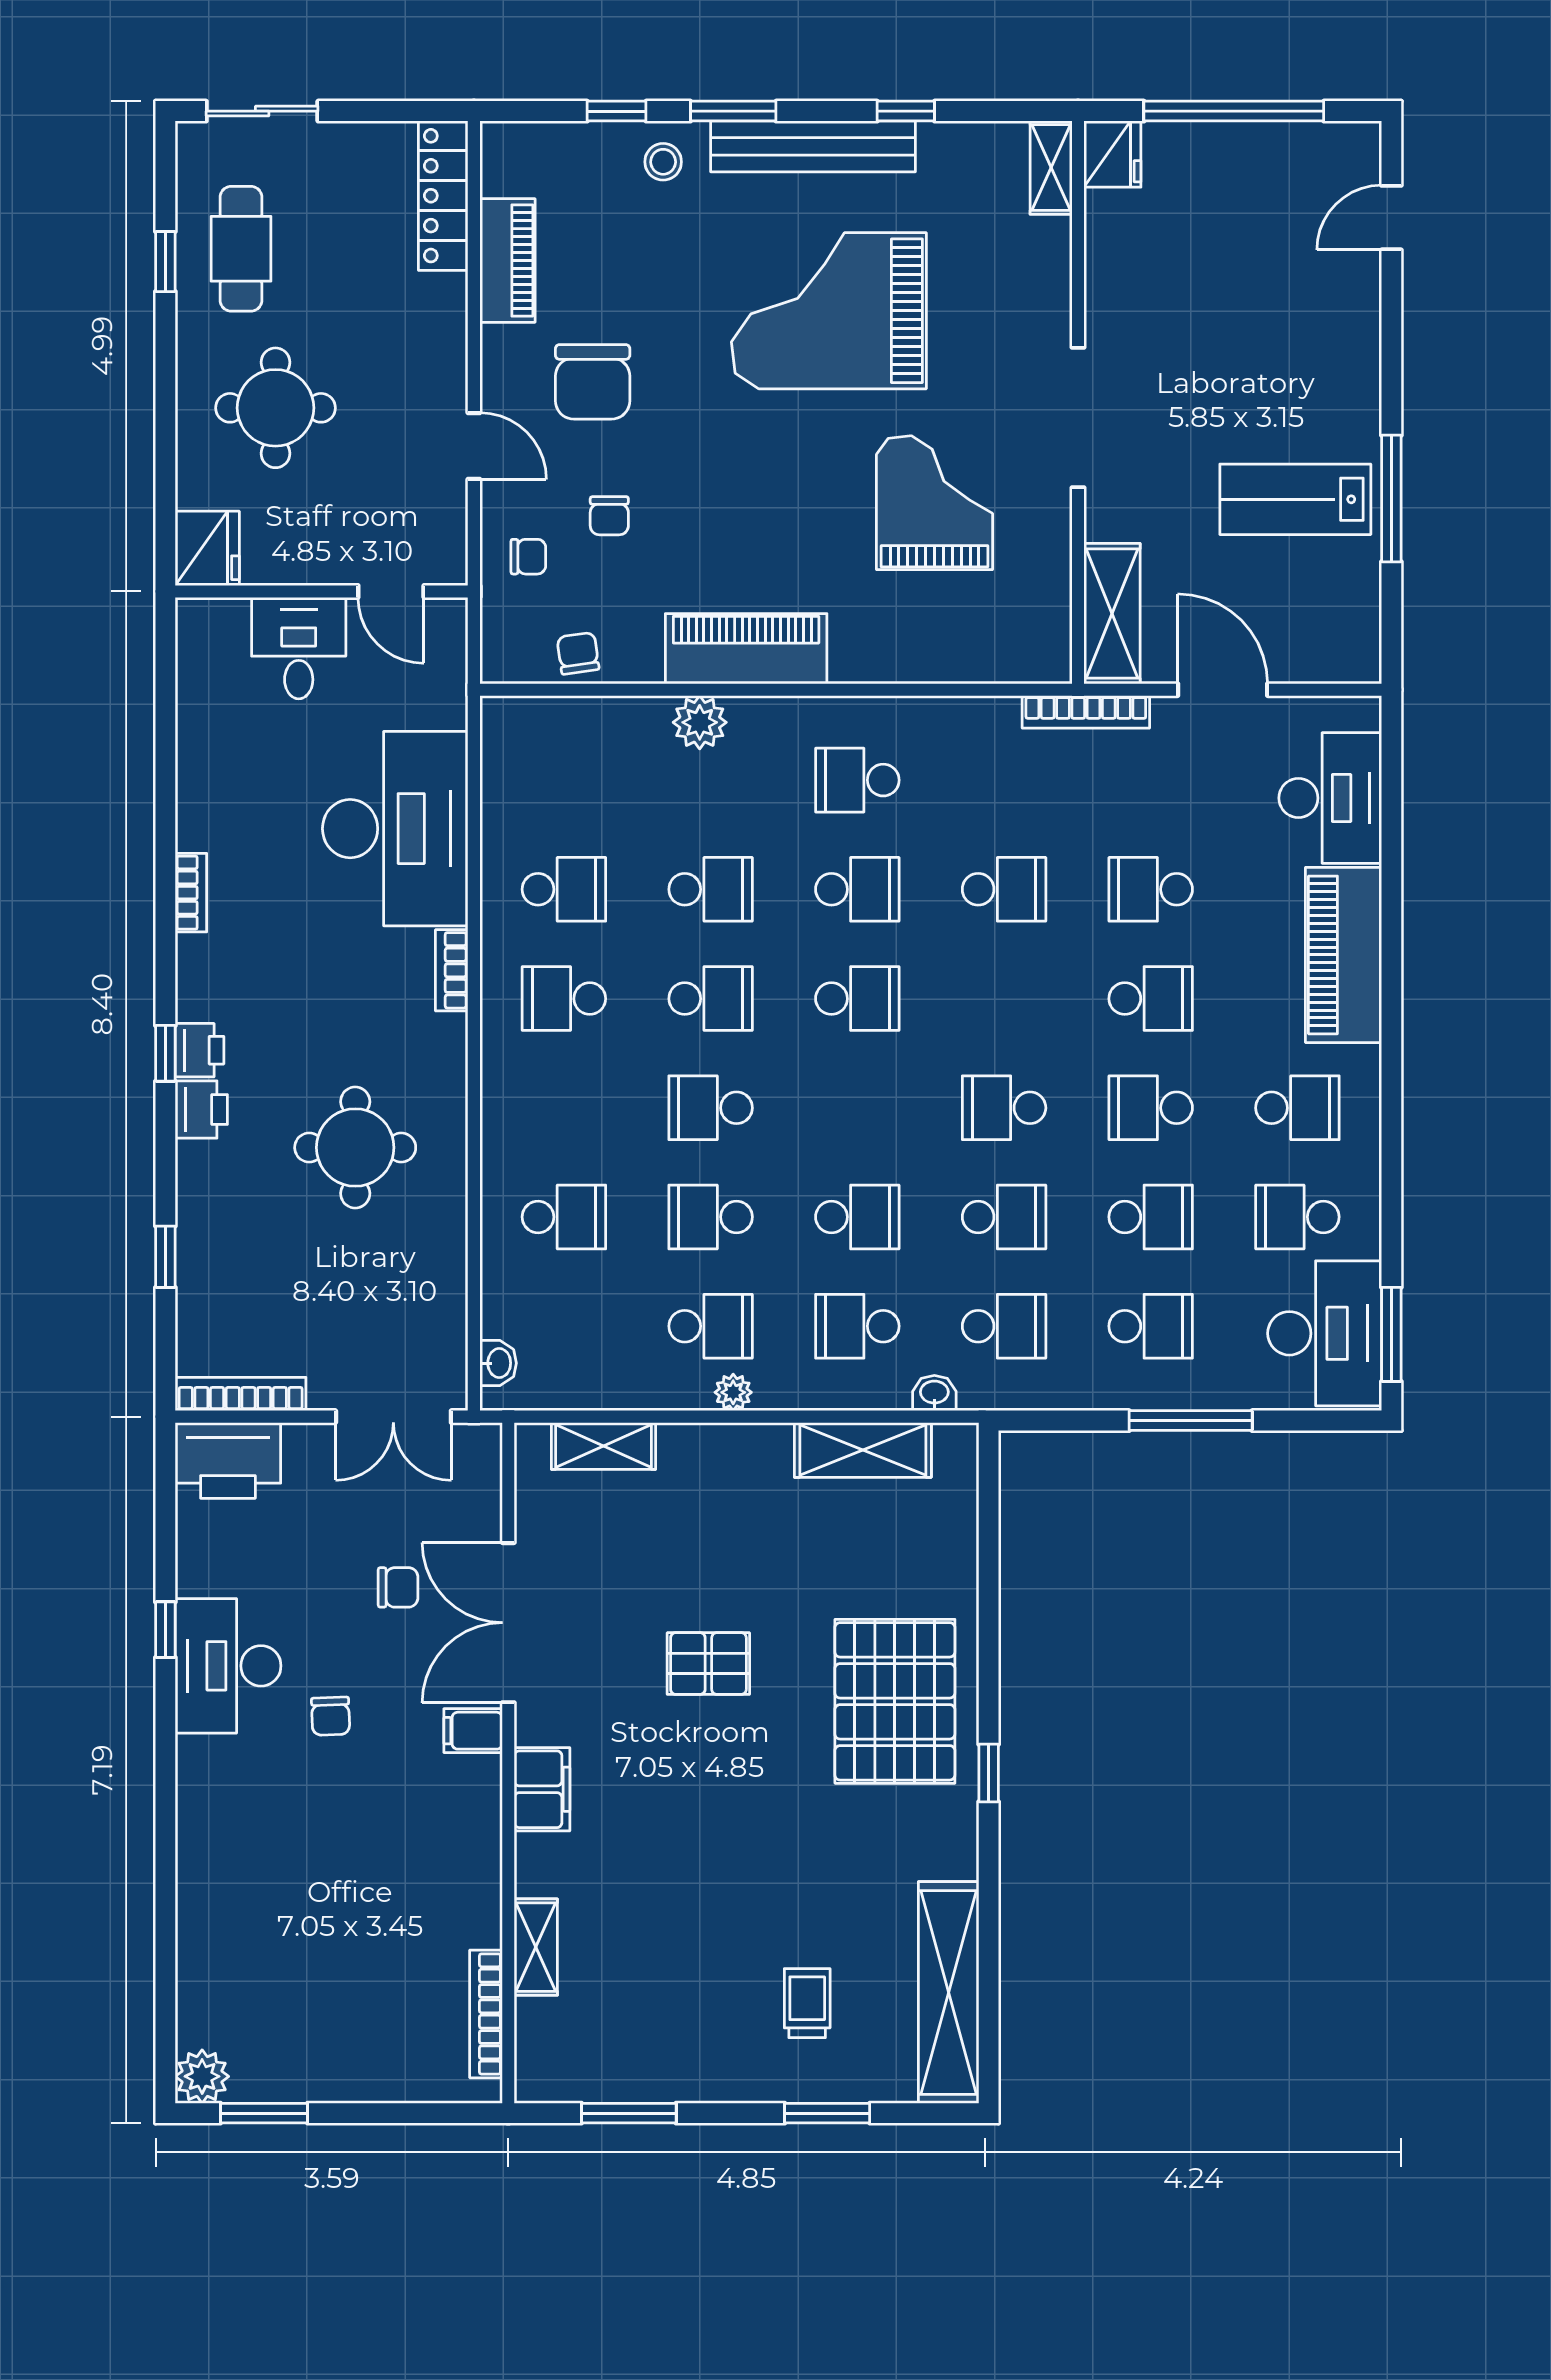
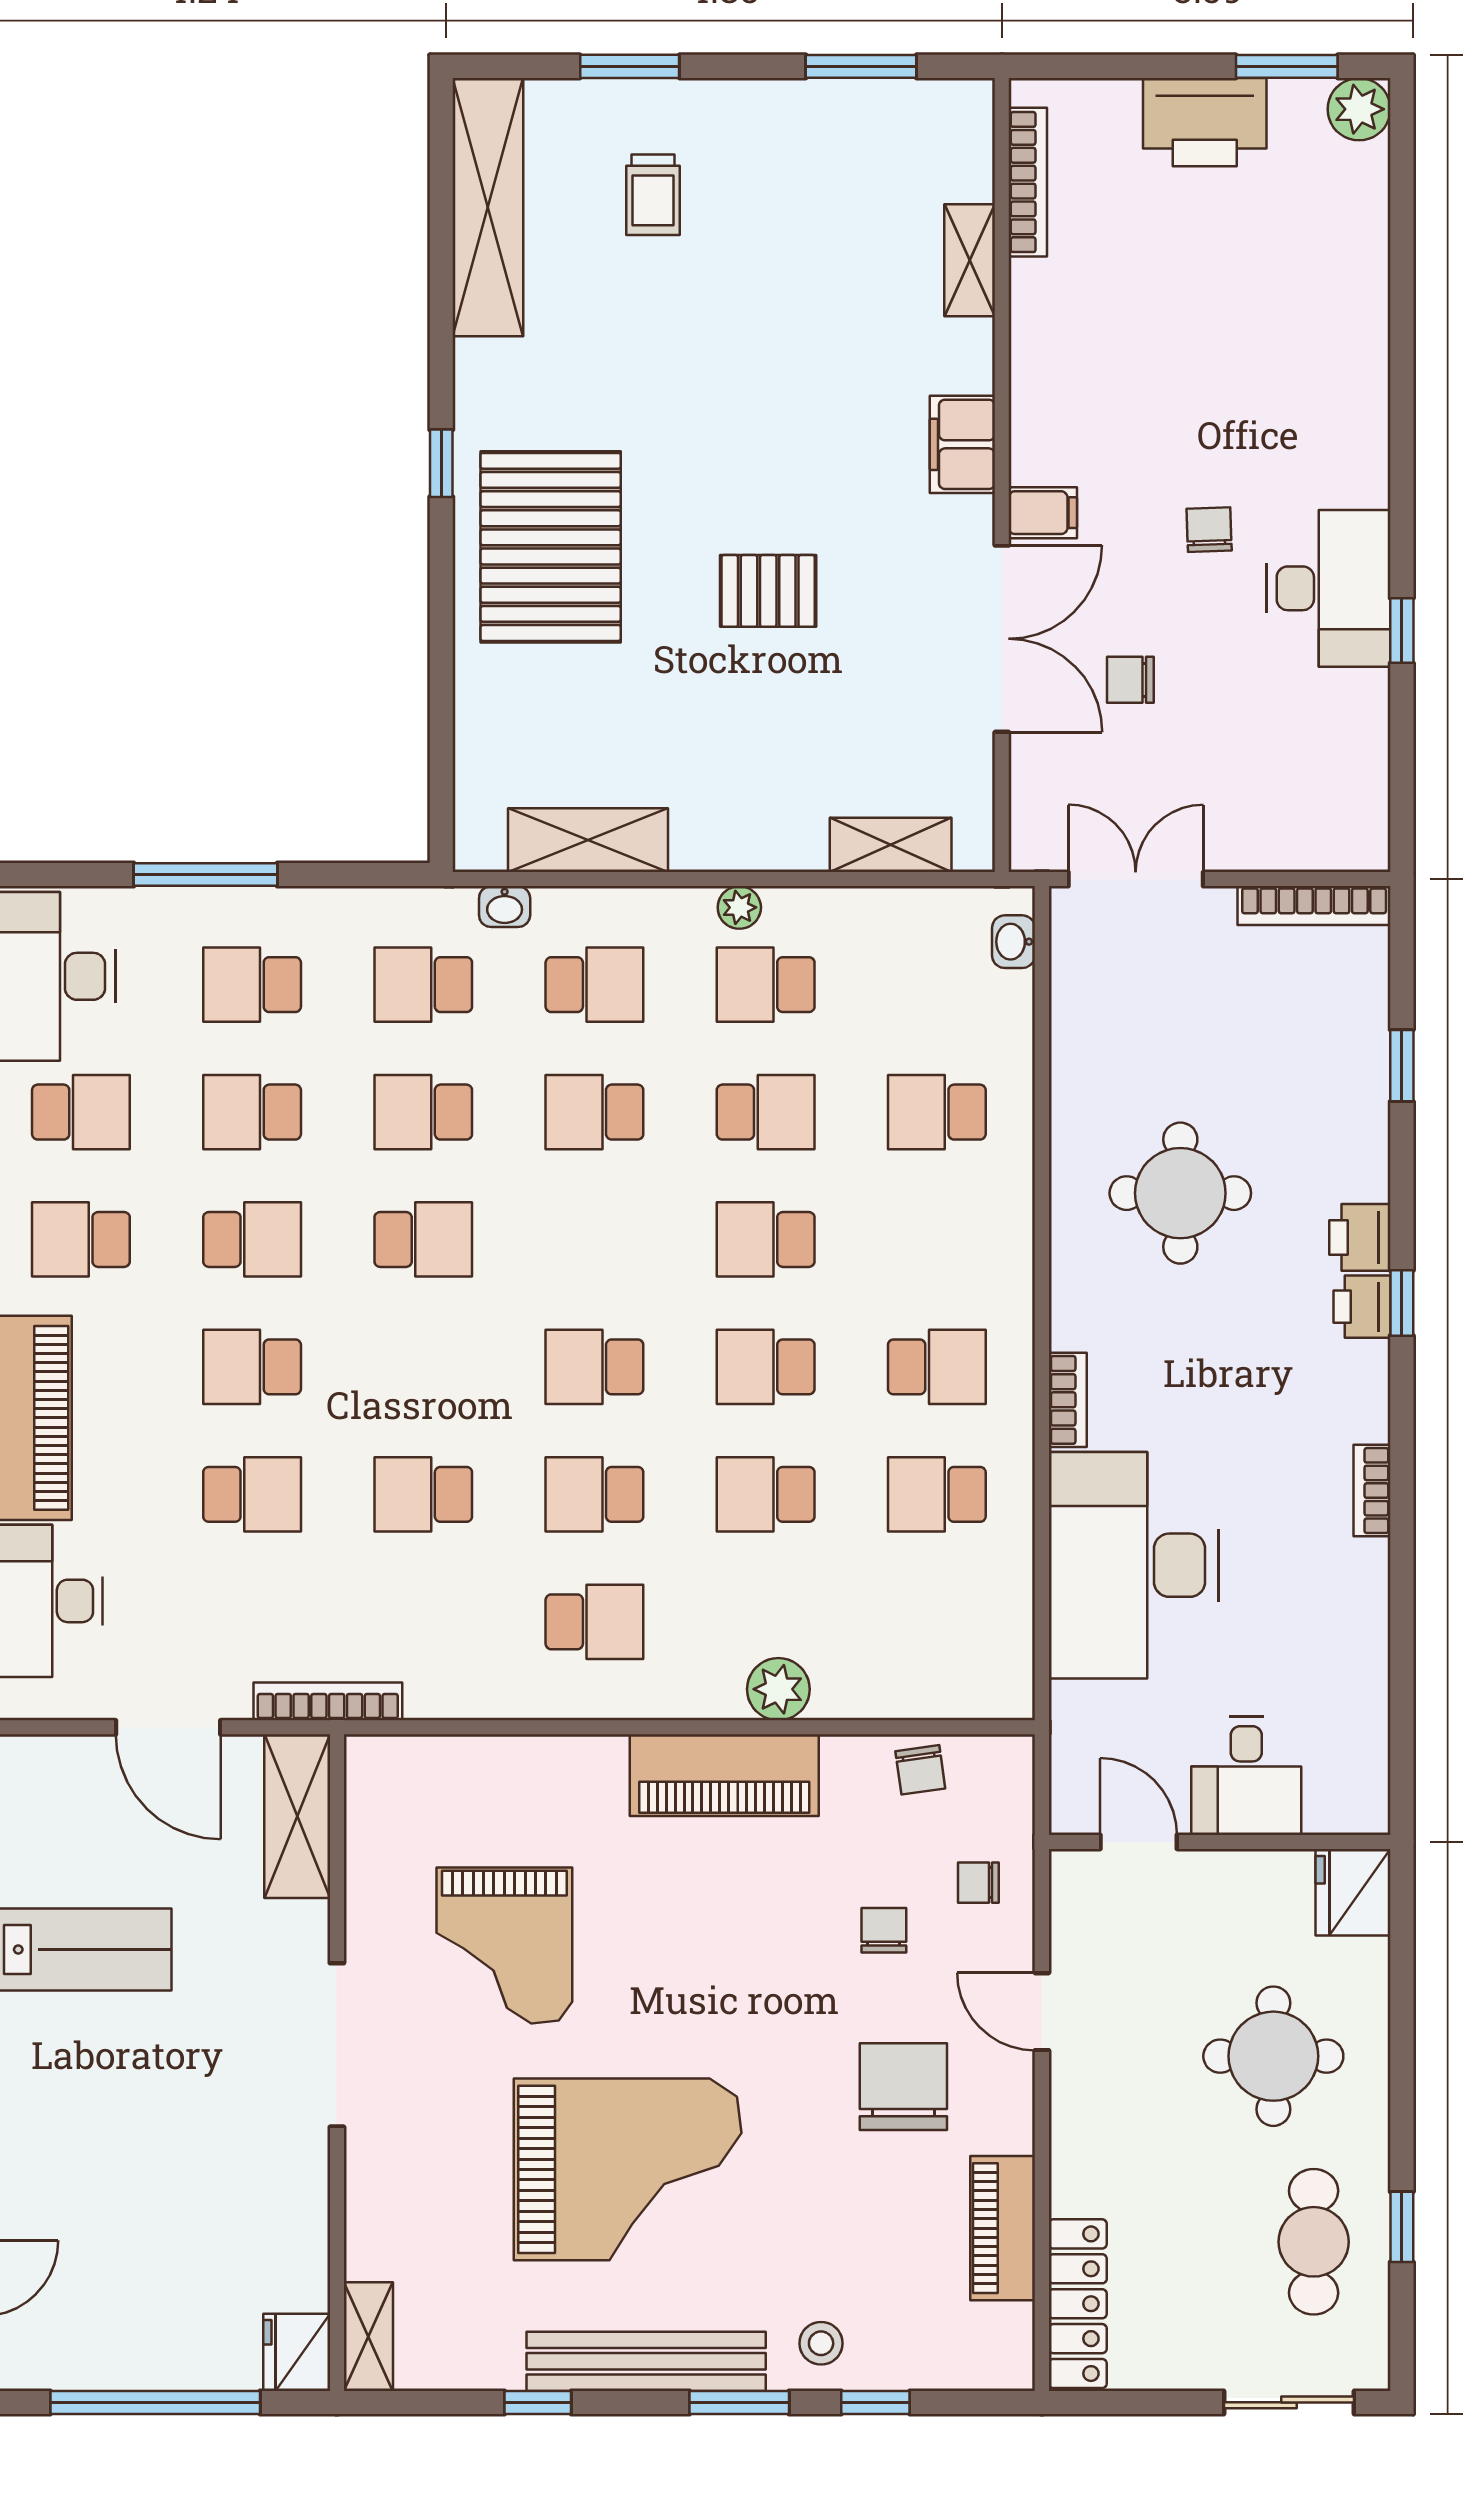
school desk: (711, 1108) -> (766, 1239), turned 180
printer: (228, 1460) -> (1205, 122), moved, turned 180

